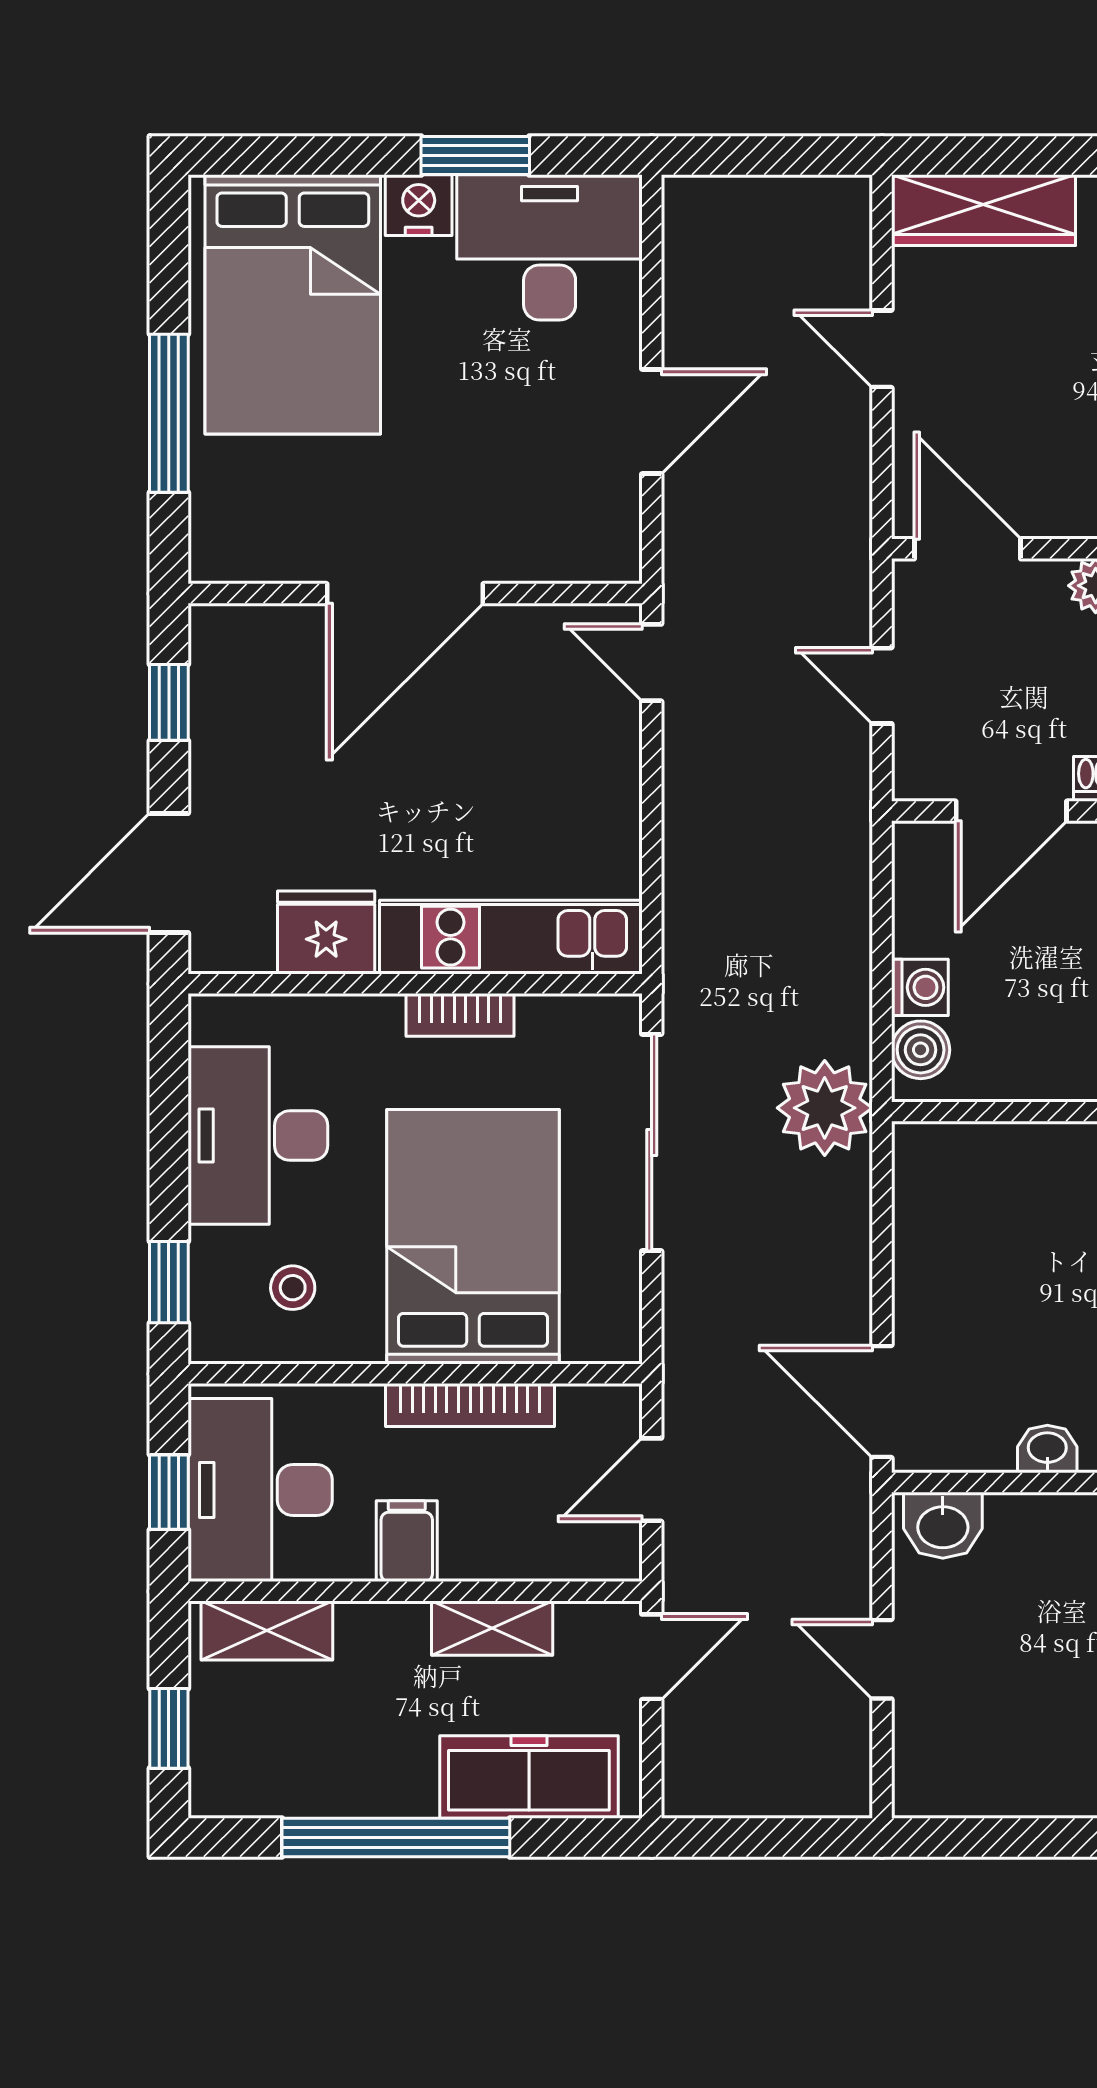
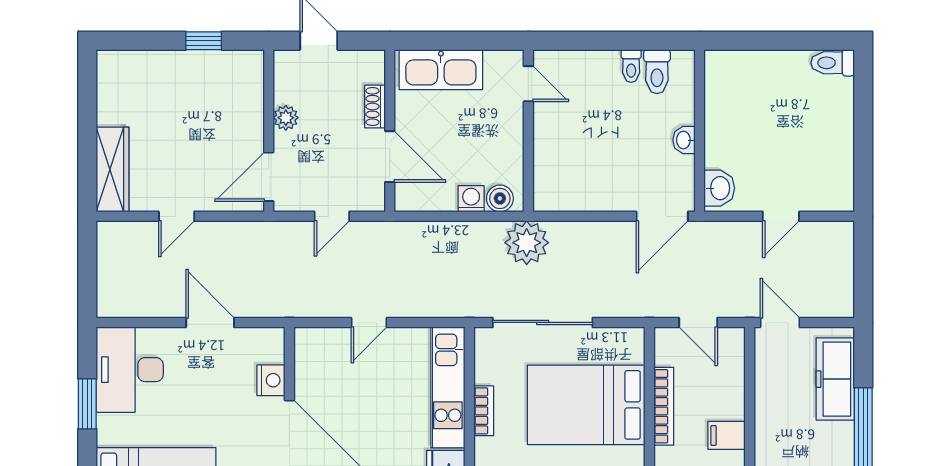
nightstand: (419, 205) -> (271, 380), moved, turned 180
door: (652, 663) -> (369, 322), moved
shelving: (492, 1628) -> (767, 396), removed

